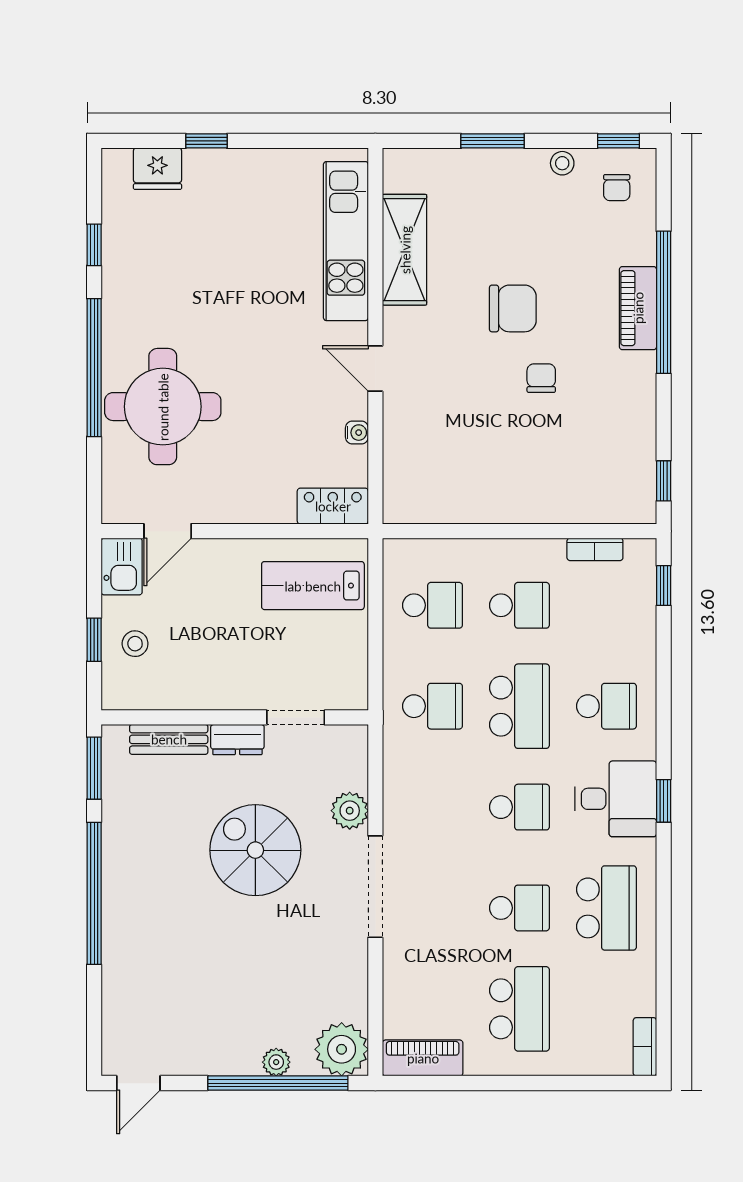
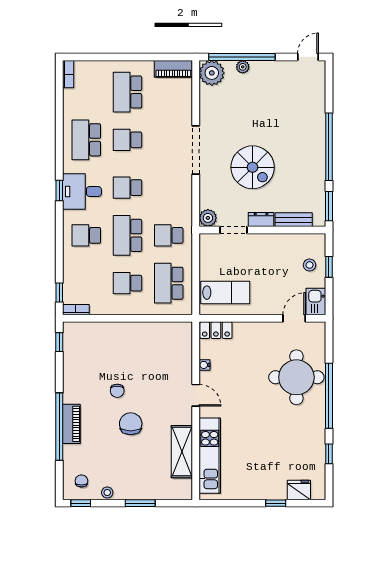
chair: (513, 308) -> (131, 424), turned 90
bookcase: (595, 549) -> (76, 310), moved
school desk: (432, 605) -> (169, 283), width x1.85
plant: (350, 811) -> (208, 218), moved

